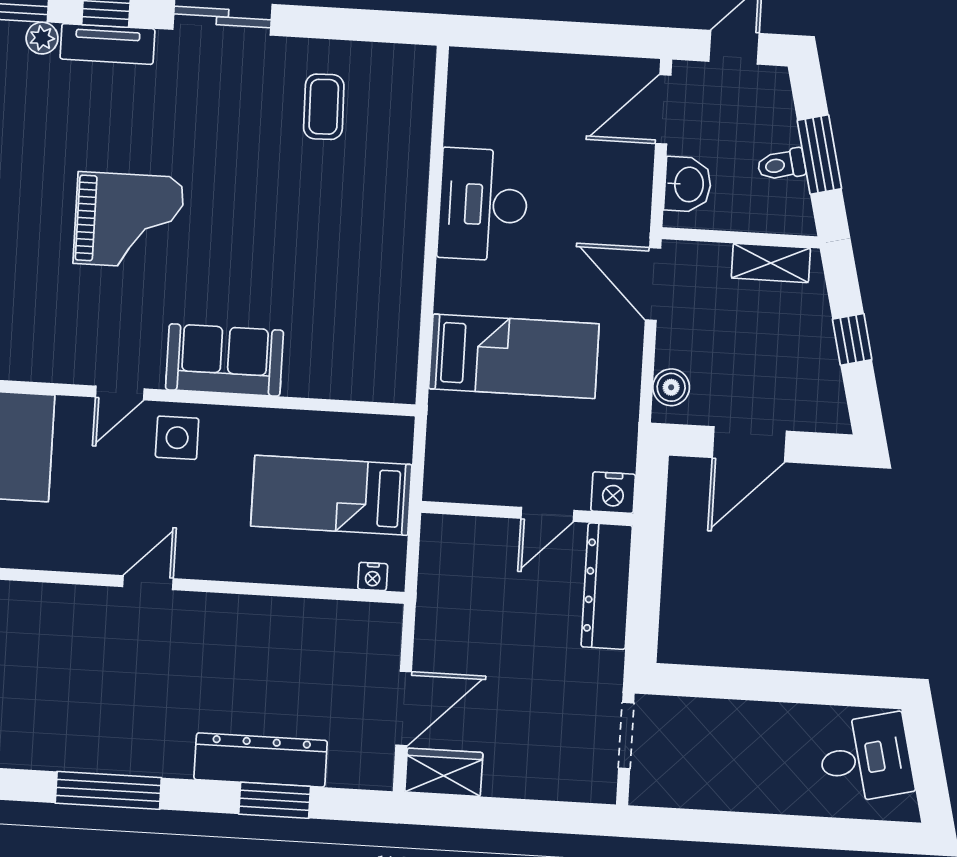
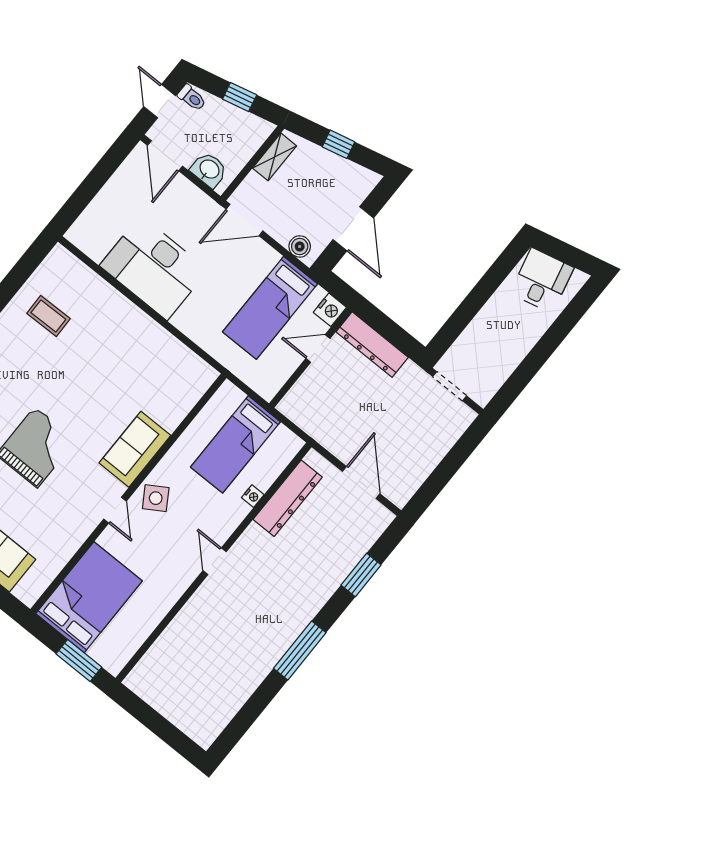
window: (819, 154) -> (240, 97), width x0.67
toilet: (781, 165) -> (192, 98), moved, turned -77
desk: (483, 205) -> (154, 268), width x1.36, depth x1.30
bed: (514, 356) -> (270, 308), moved, turned 180
side table: (177, 438) -> (156, 498), turned -32
door: (547, 514) -> (318, 348), swing flipped
nightstand: (373, 576) -> (253, 496), moved
dresser: (261, 760) -> (288, 498), moved, turned 180
wardrobe: (444, 772) -> (405, 485), removed

